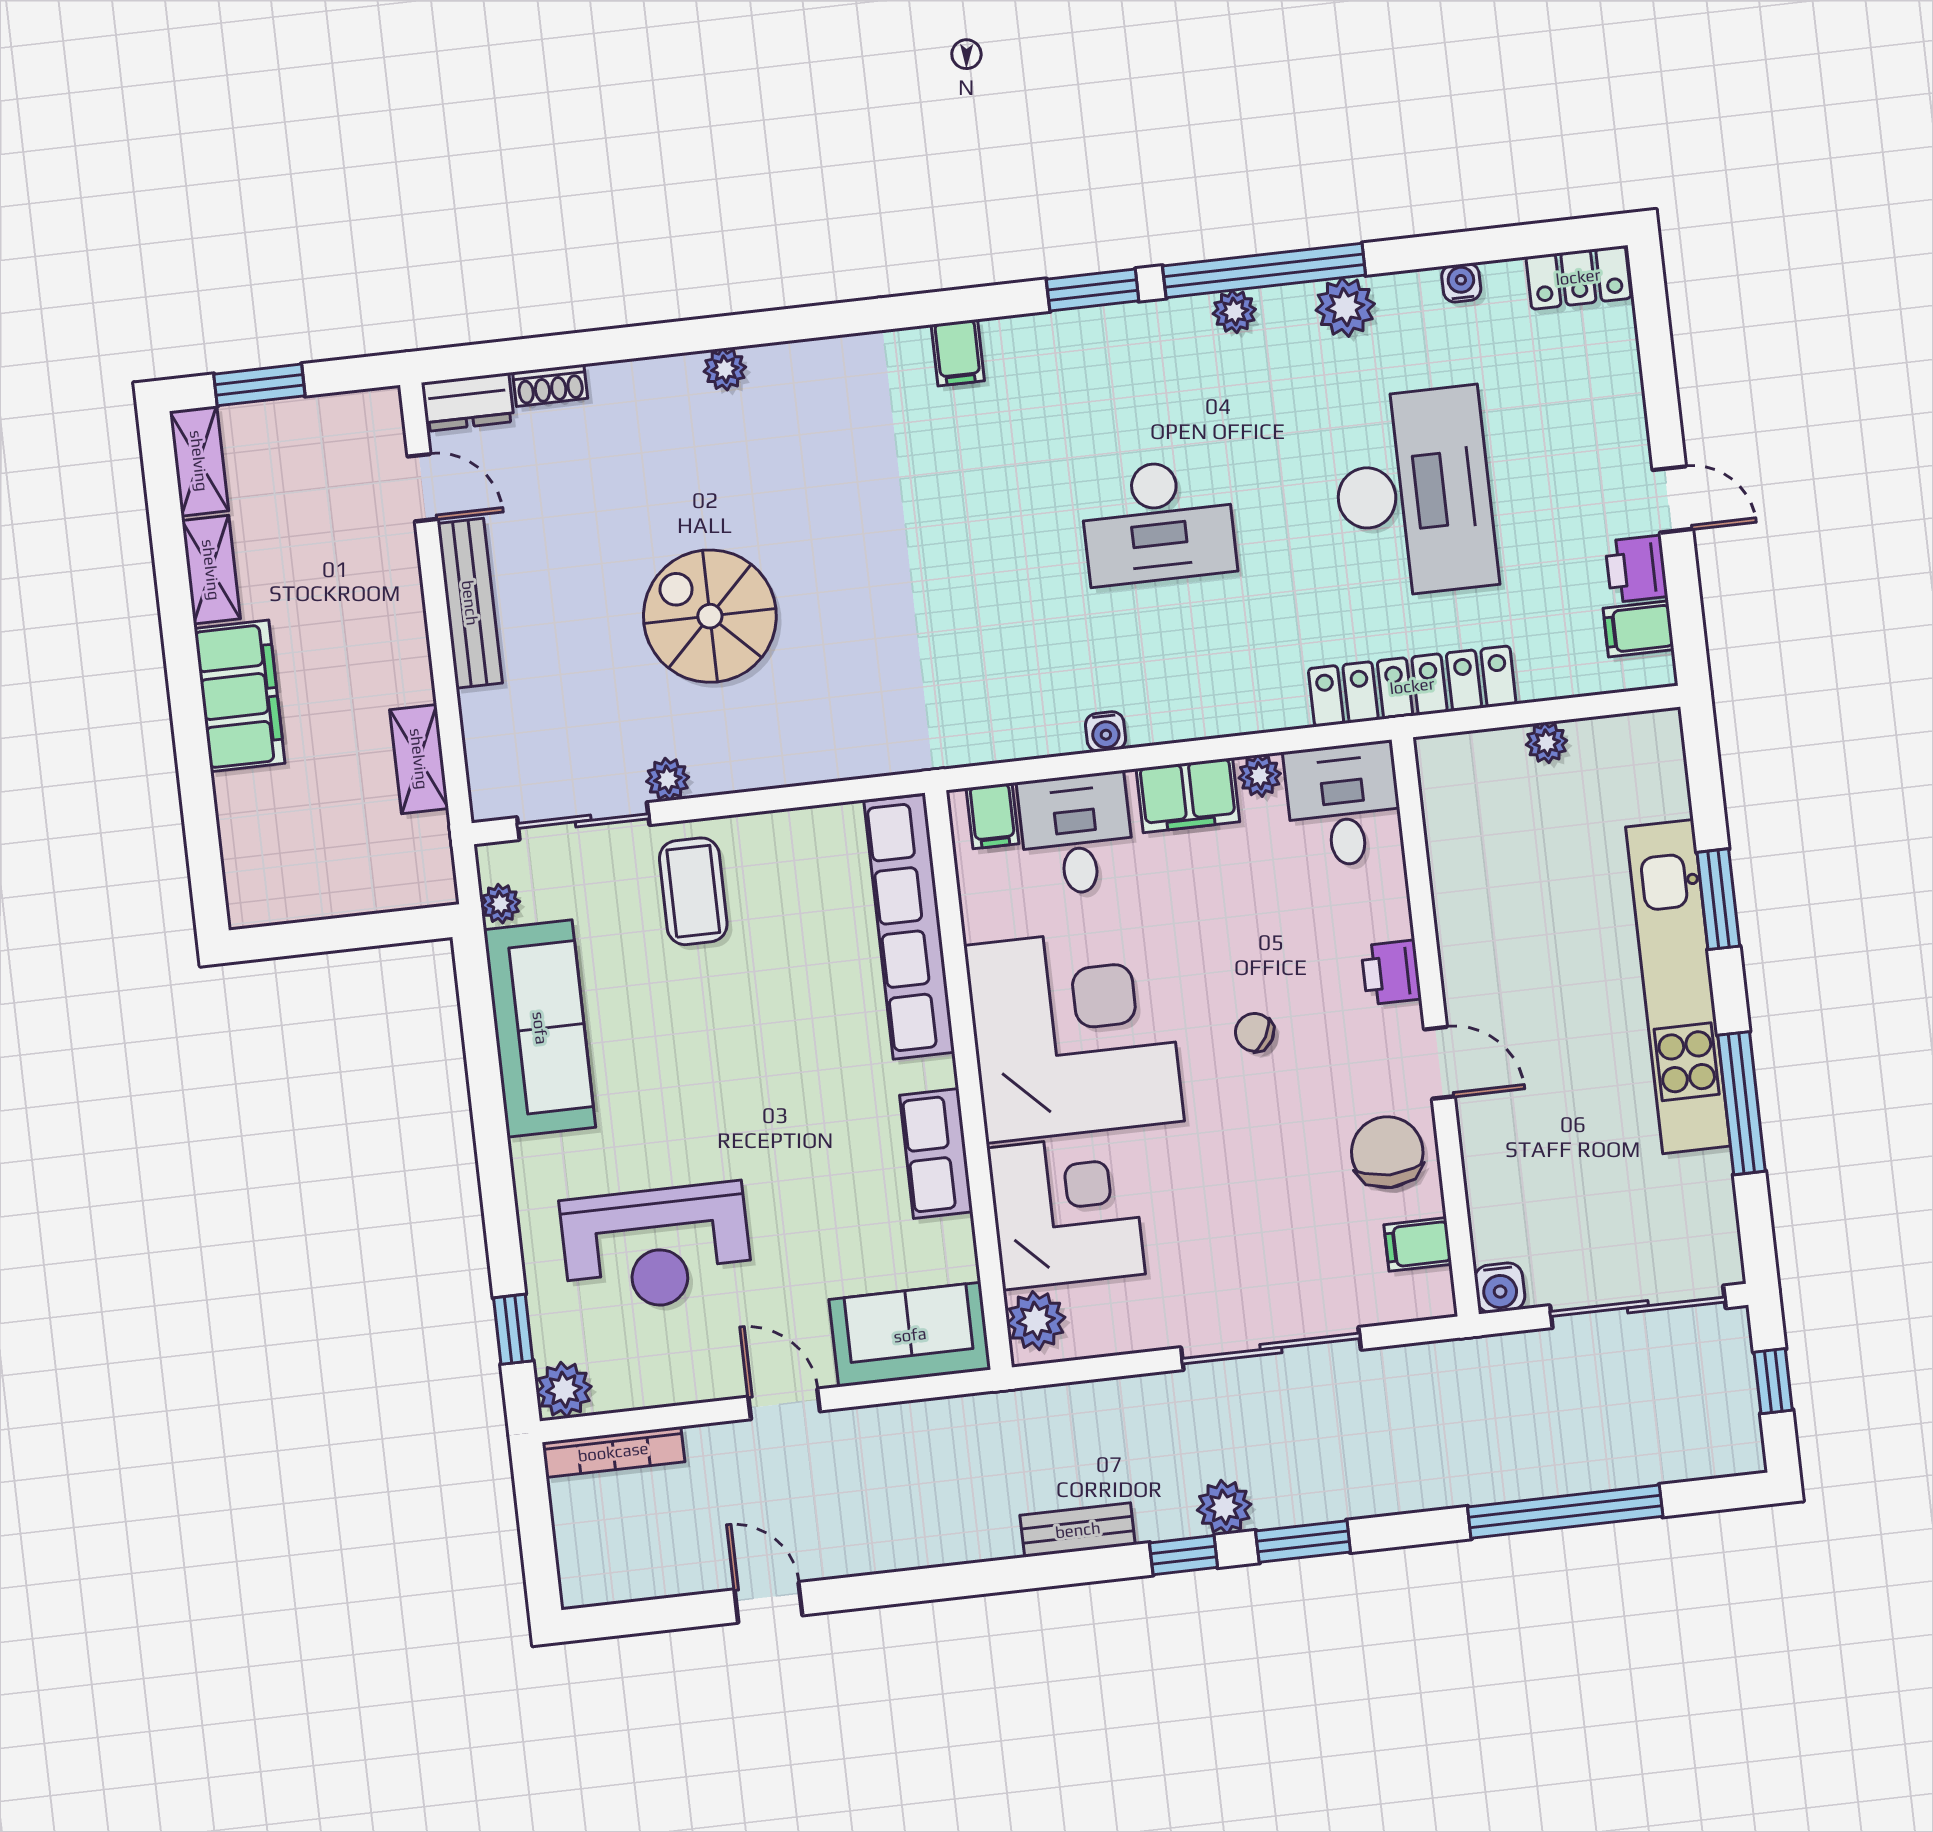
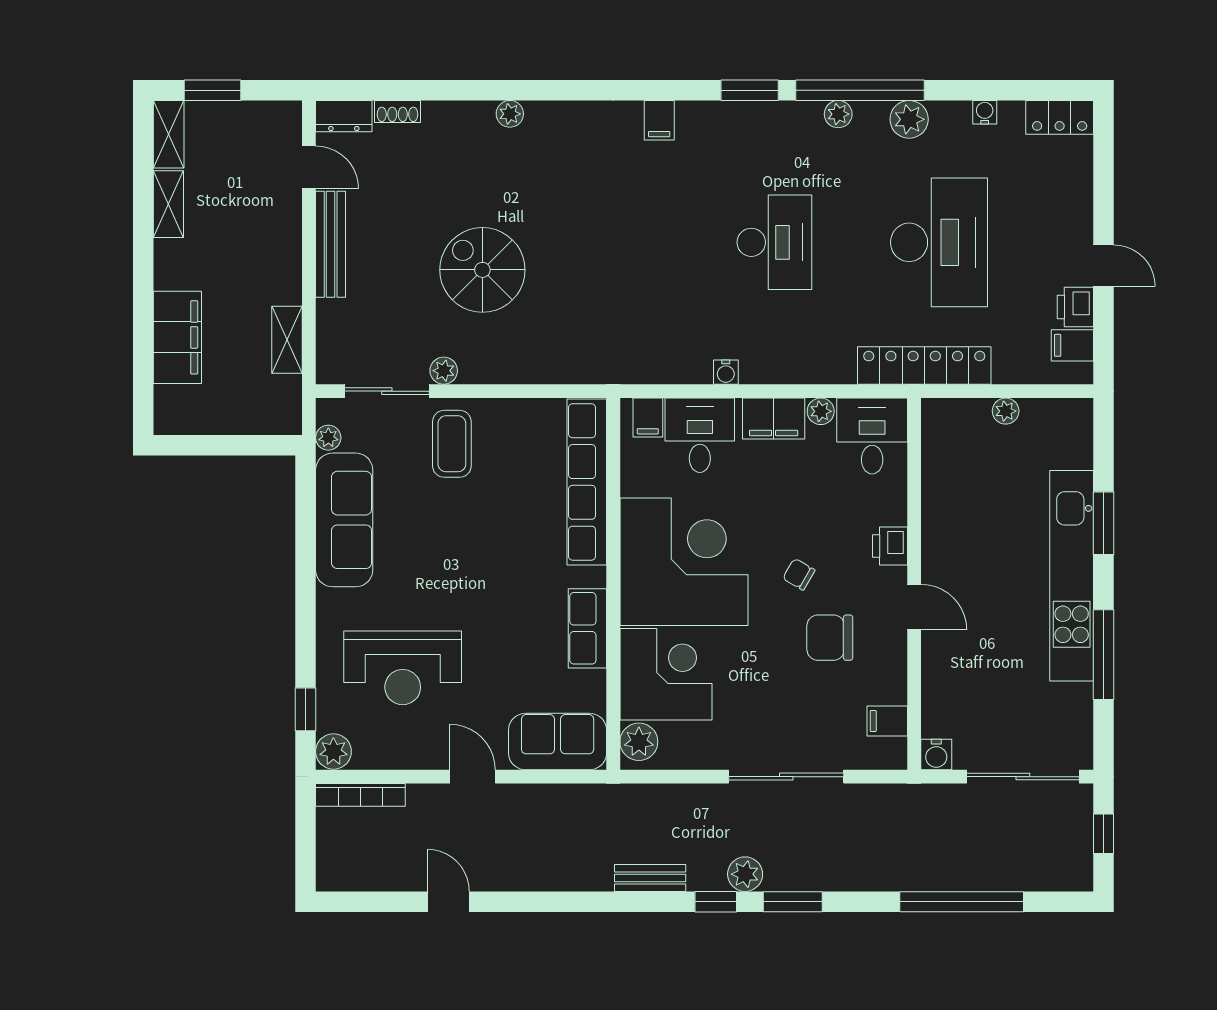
desk: (1158, 522) -> (774, 242), turned -90
filing cabinet: (240, 696) -> (177, 337), moved
chair: (1387, 1152) -> (830, 638), moved, turned -90

